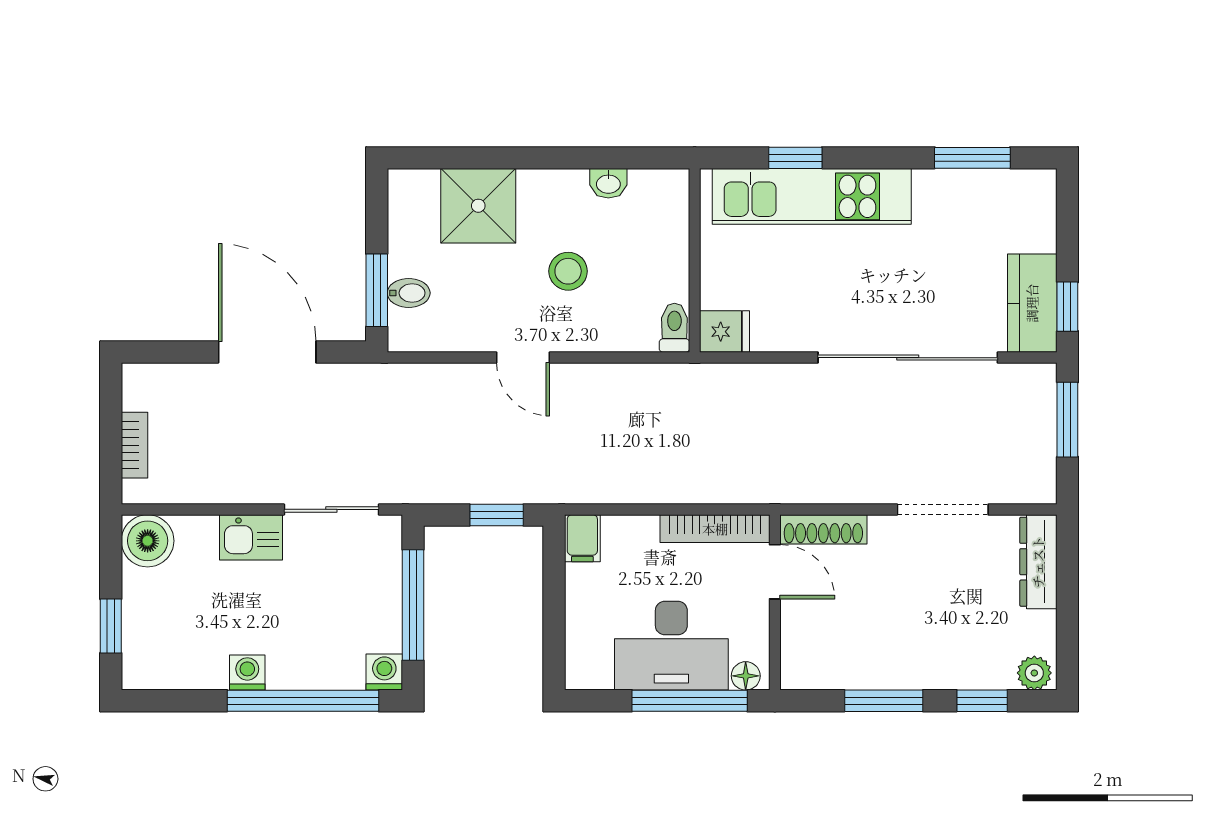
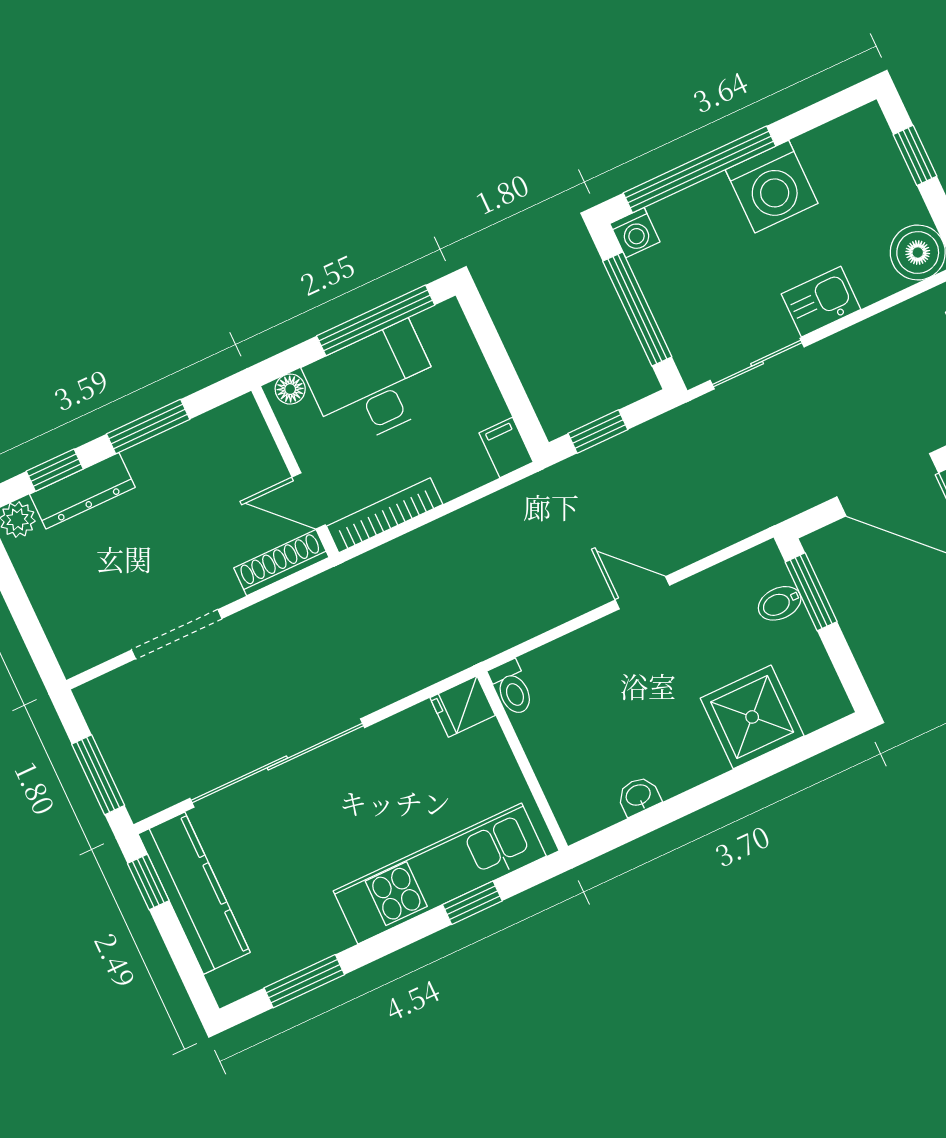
stool: (568, 271) -> (638, 695), removed
kitchen counter: (1032, 303) -> (194, 893), width x1.50
dresser: (1038, 562) -> (82, 491), moved, turned 90
washing machine: (247, 673) -> (772, 187), width x1.89, depth x1.89
window: (690, 701) -> (376, 320), moved

